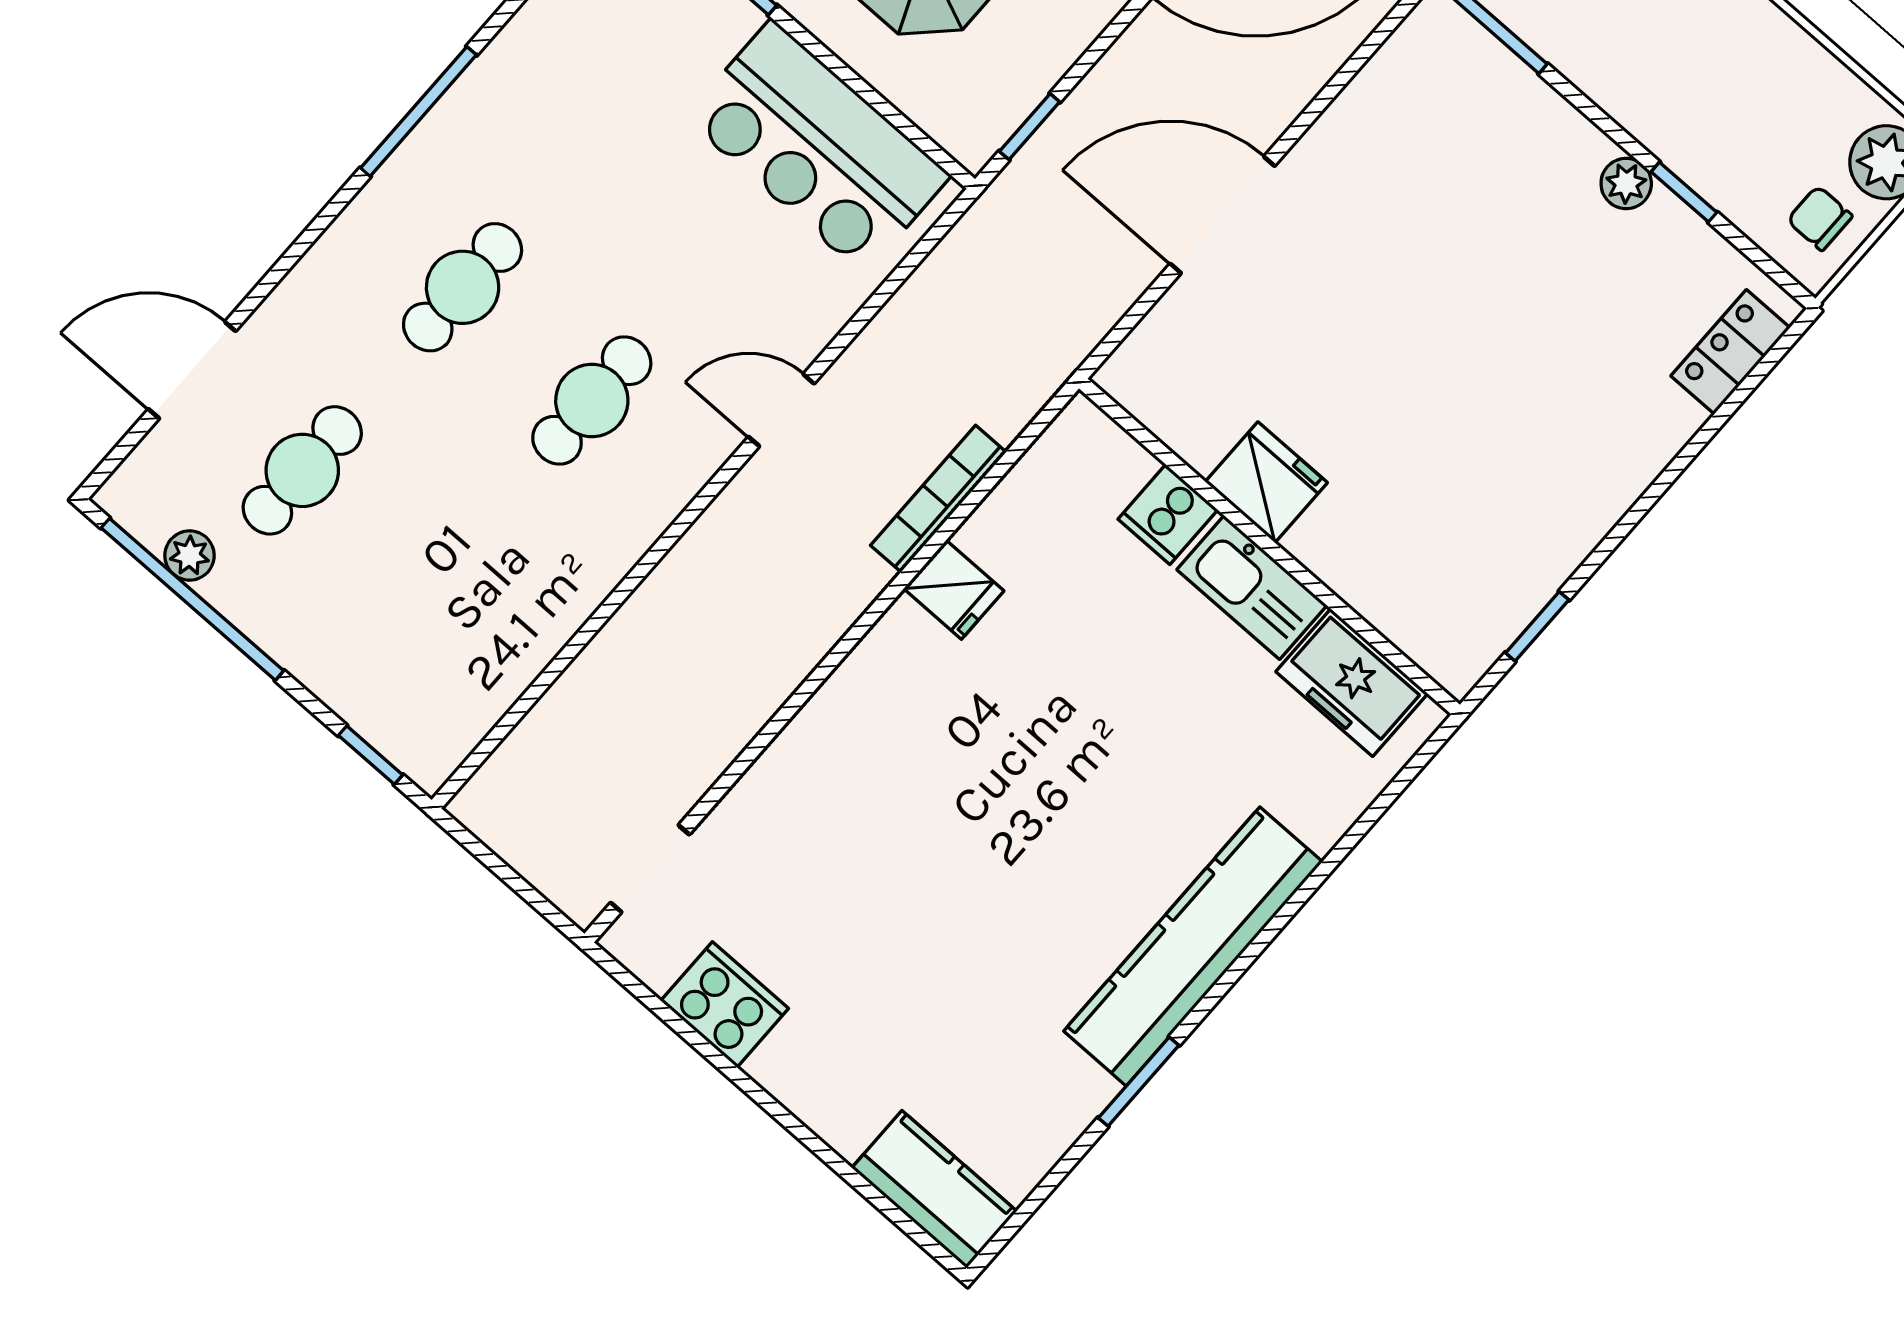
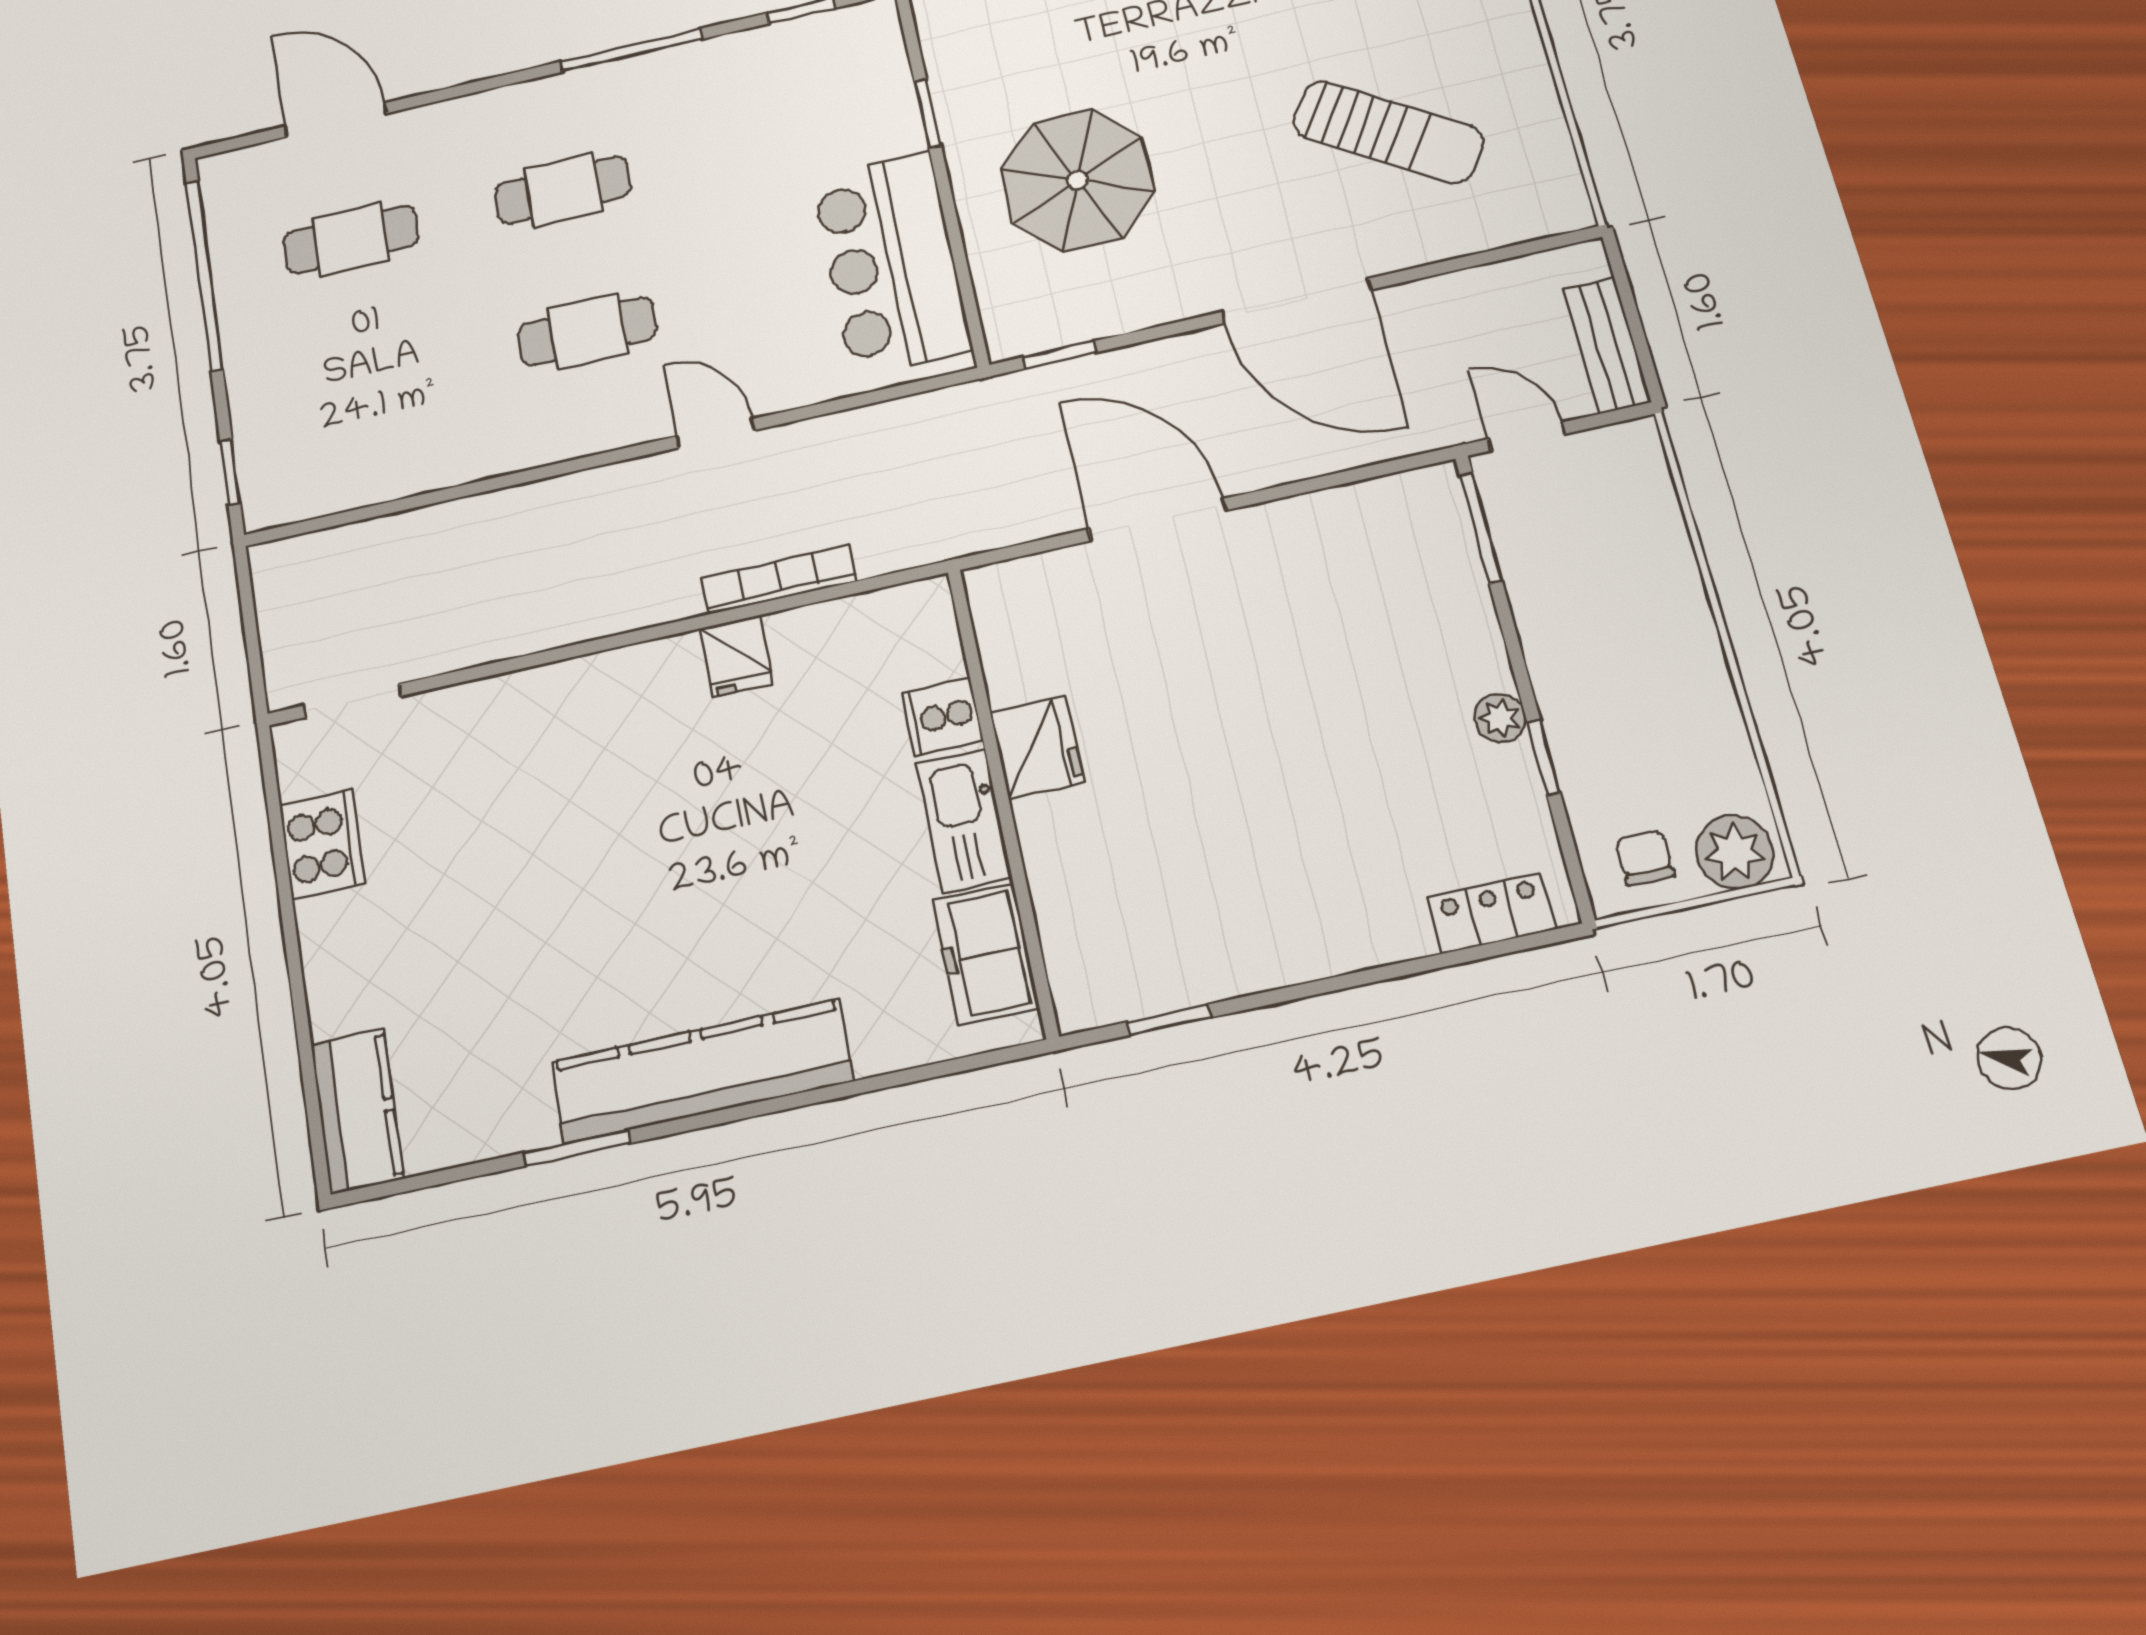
plant: (190, 556) -> (228, 244), removed

